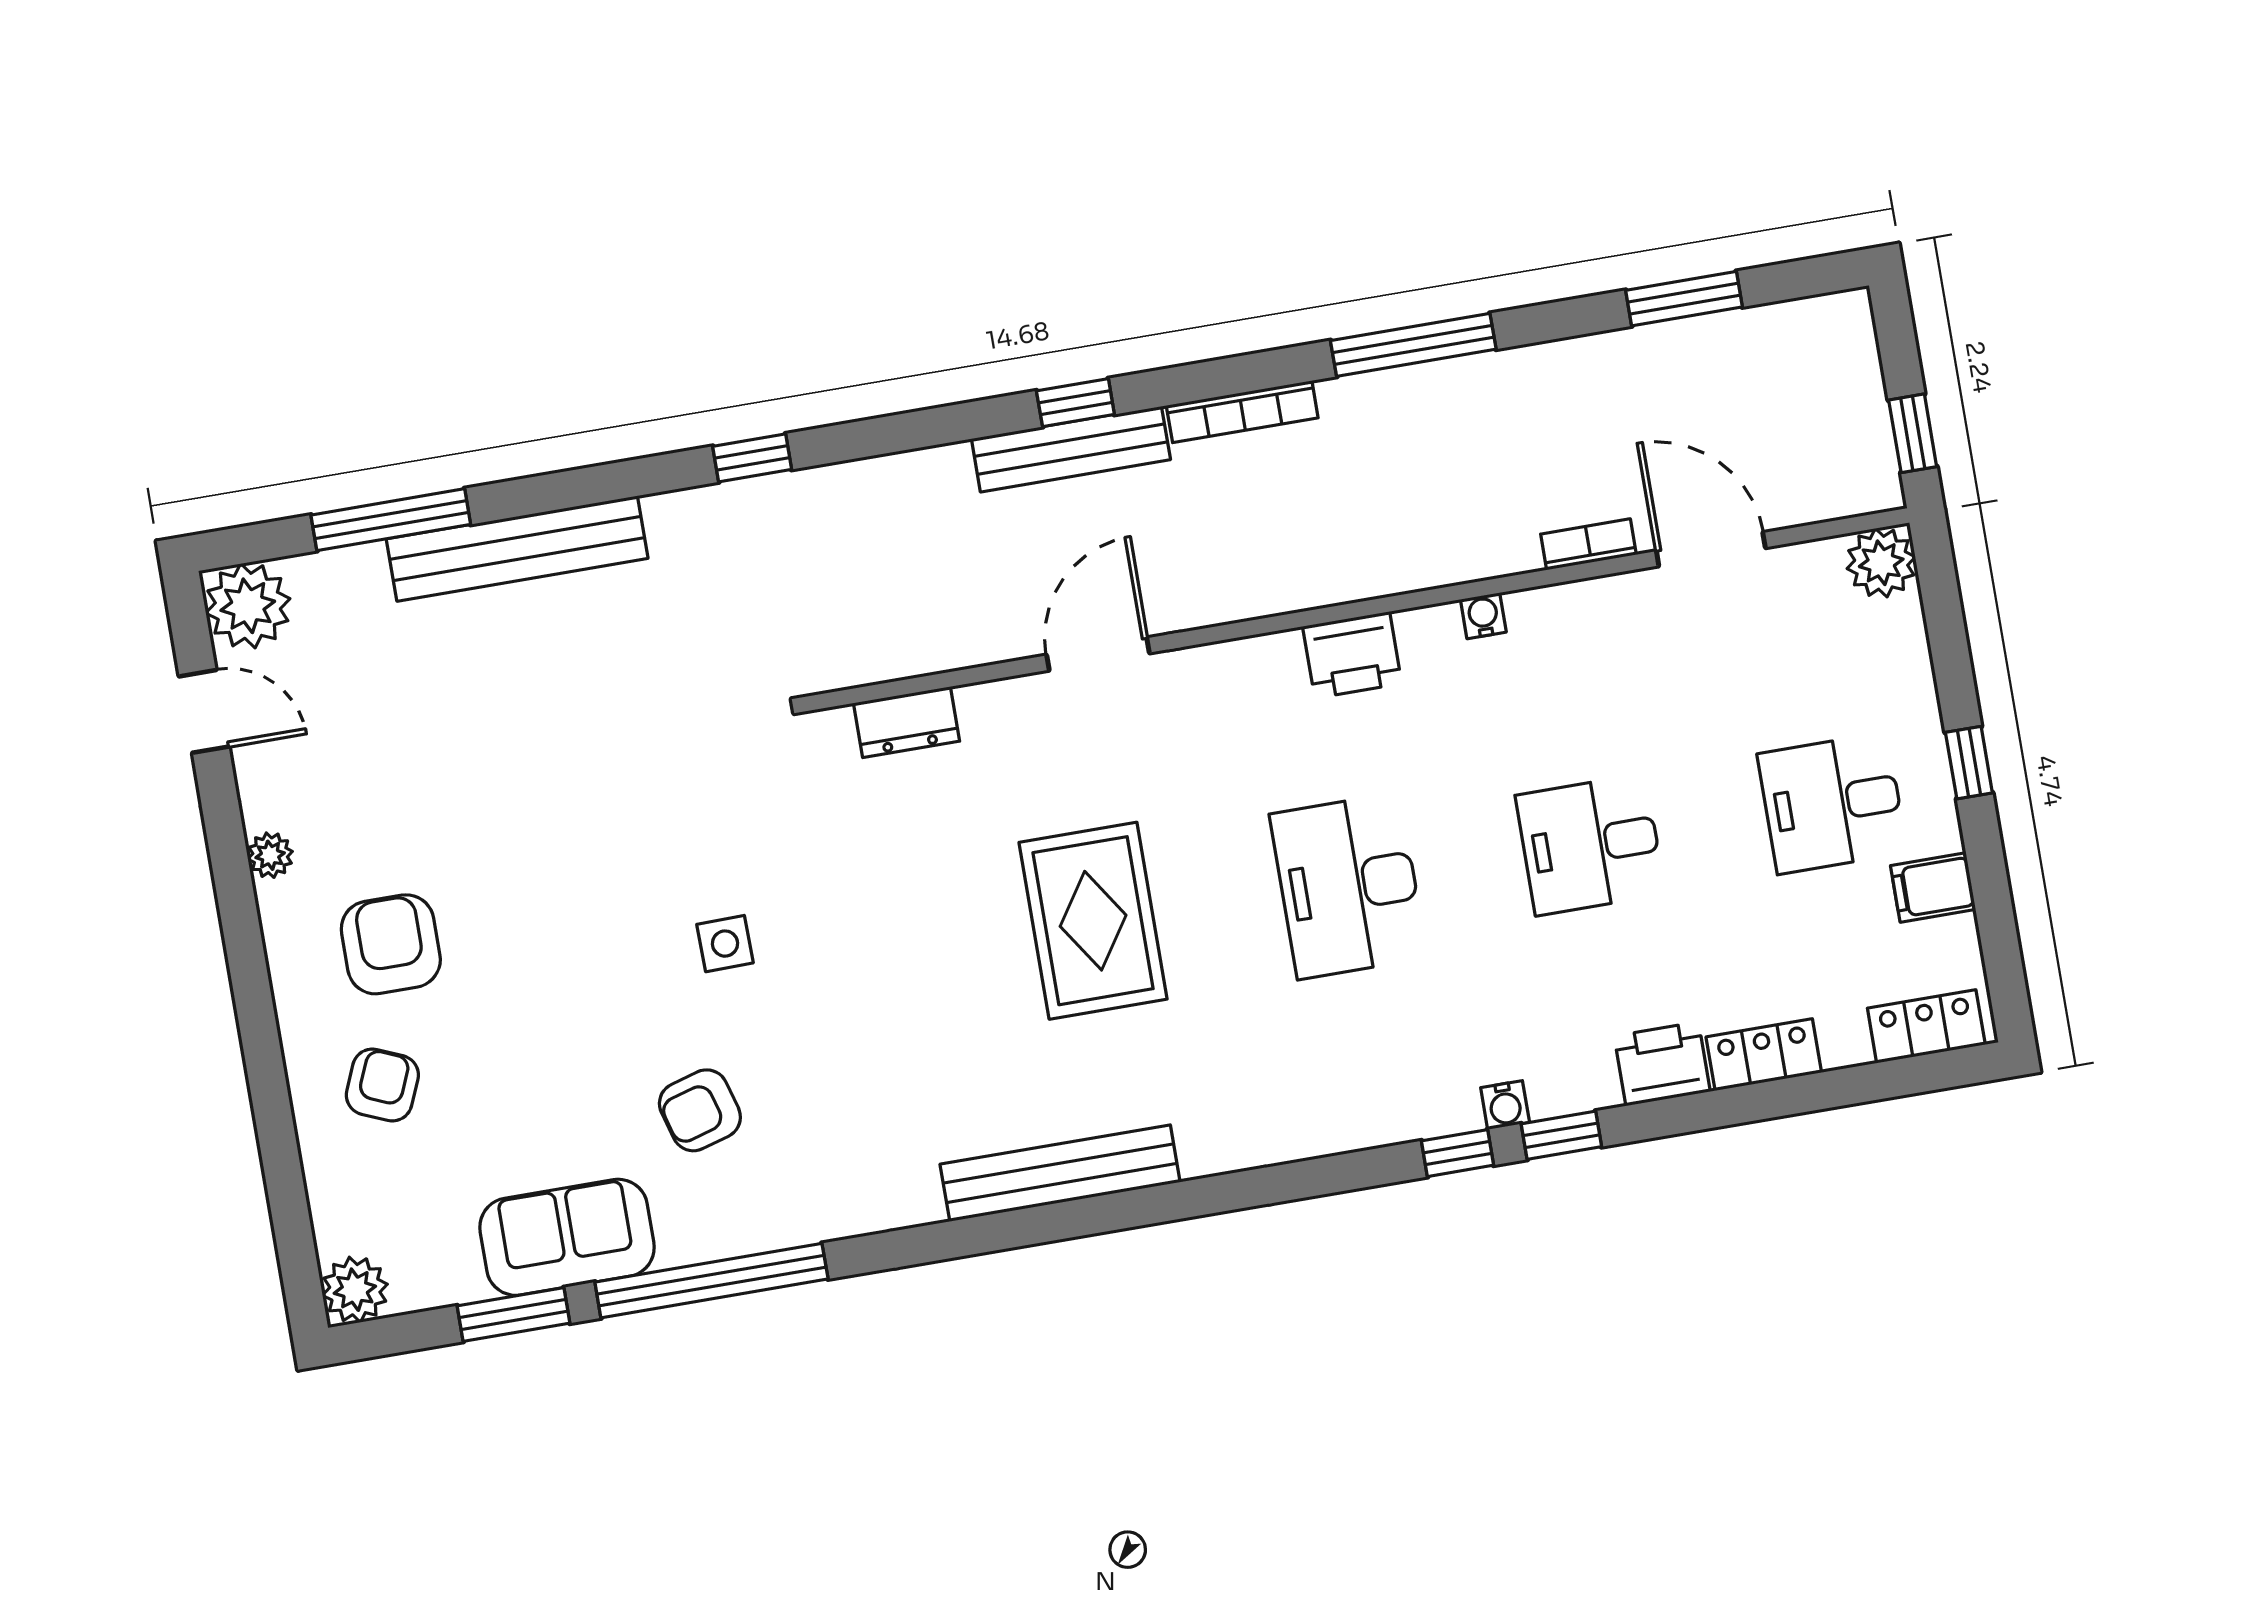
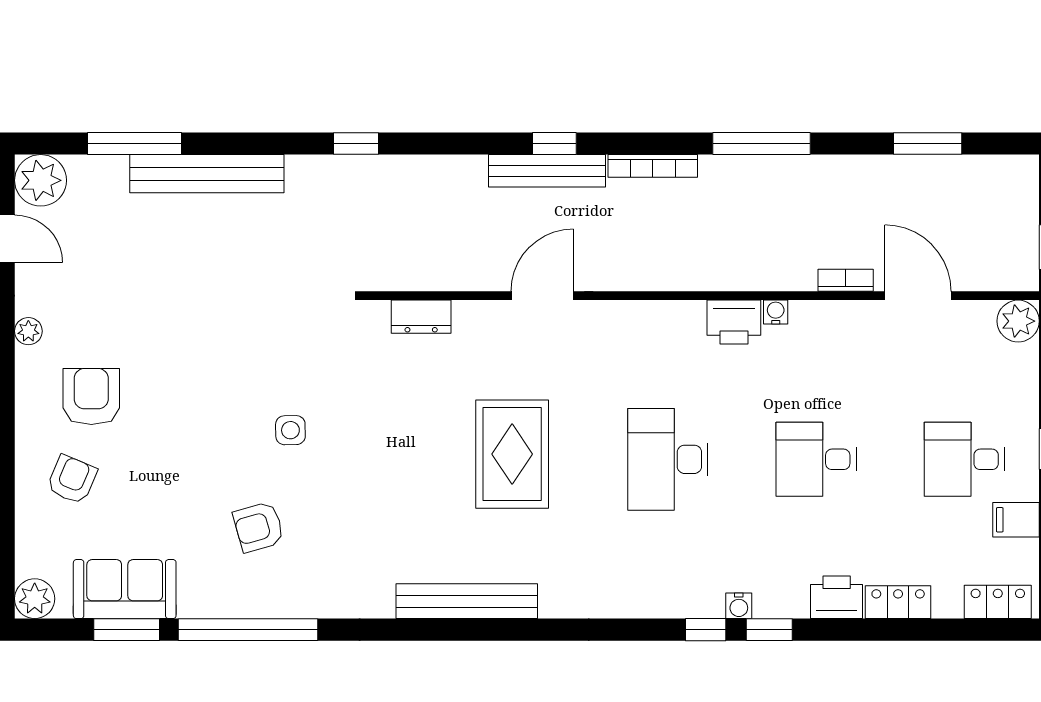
printer: (1352, 655) -> (734, 322), moved
sofa: (567, 1237) -> (125, 589), moved

